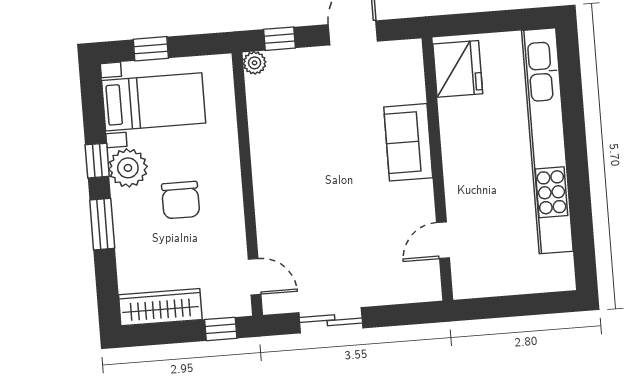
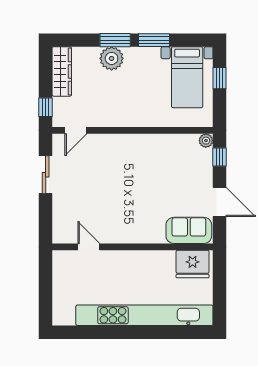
sofa: (408, 142) -> (189, 230), moved
window: (97, 161) -> (154, 40), width x1.50
plant: (128, 168) -> (112, 58), moved
chair: (181, 200) -> (126, 89), removed

